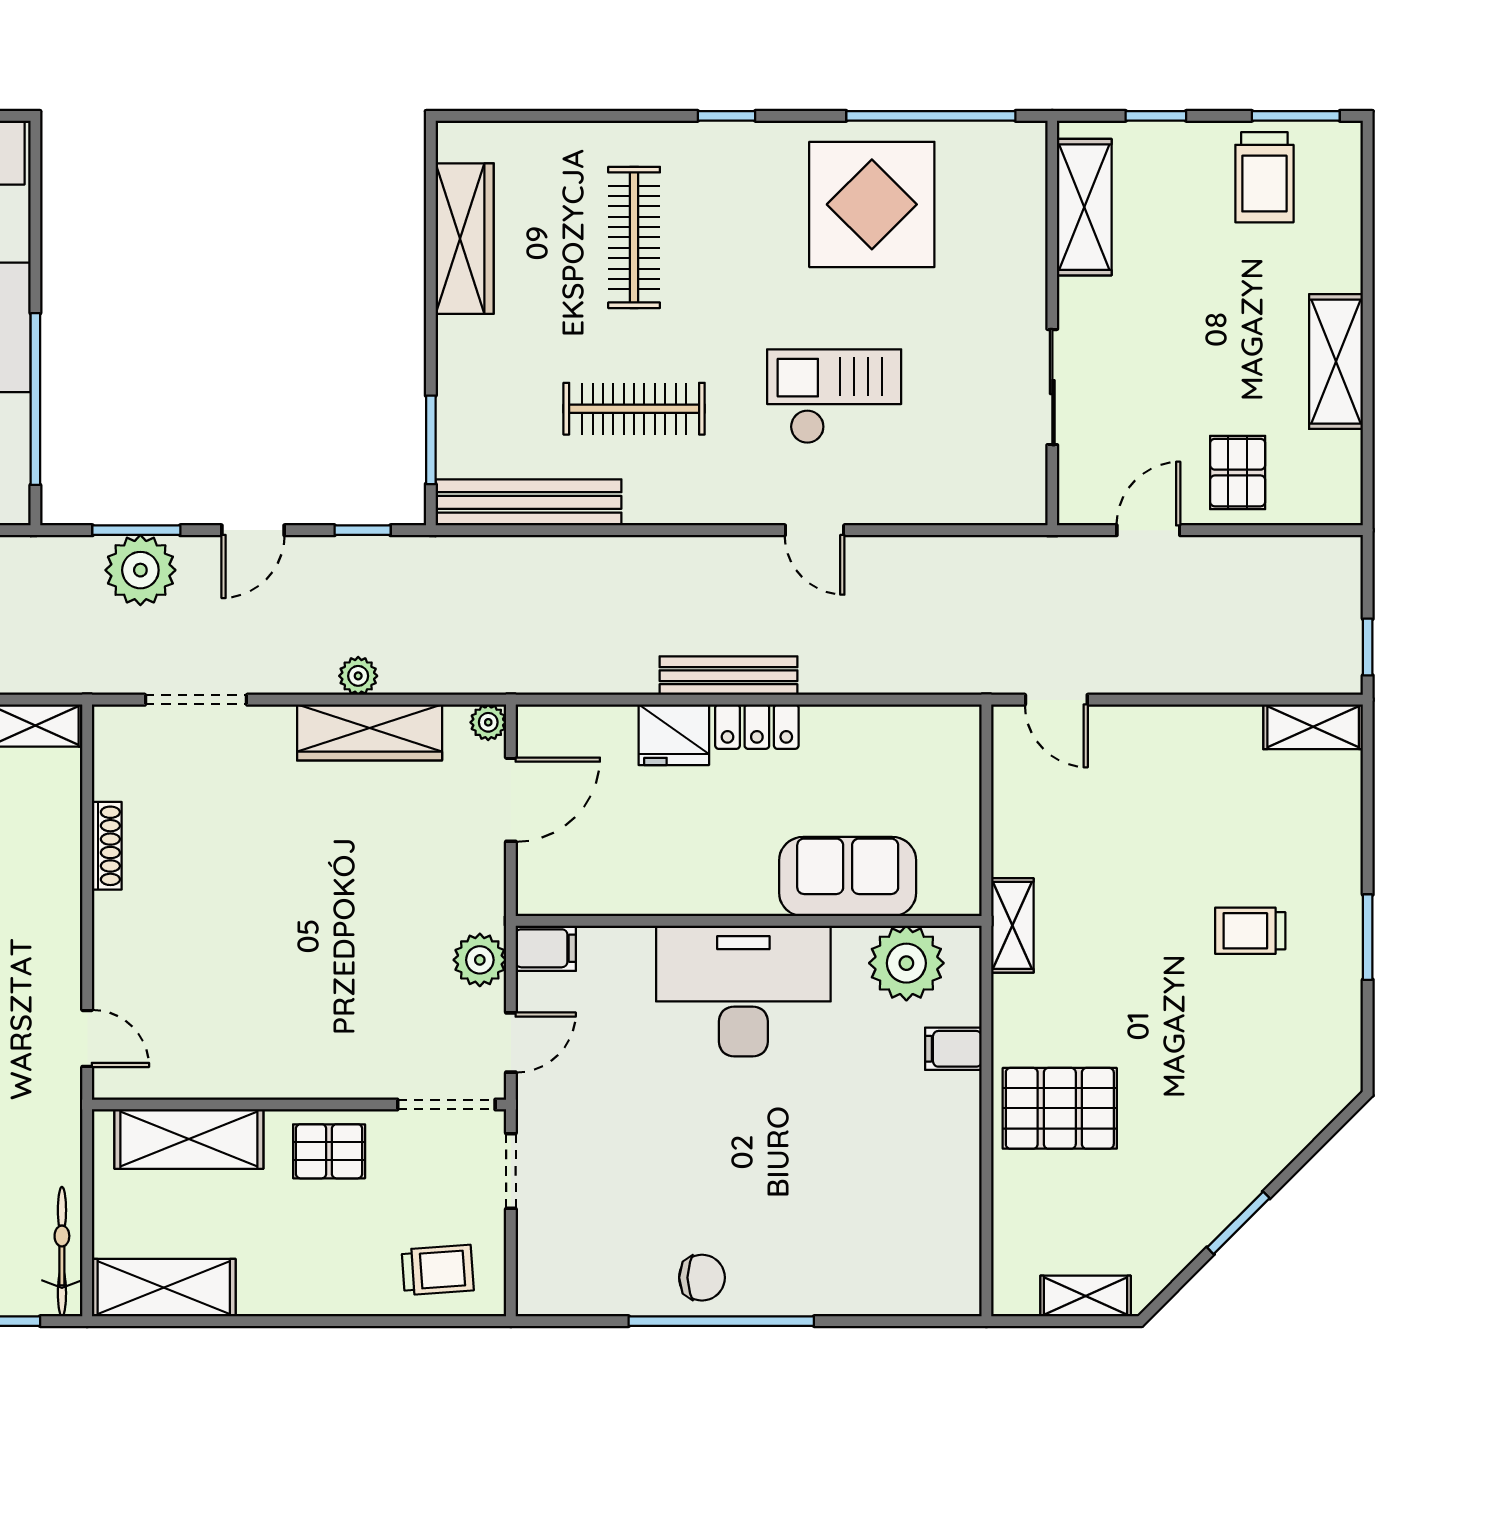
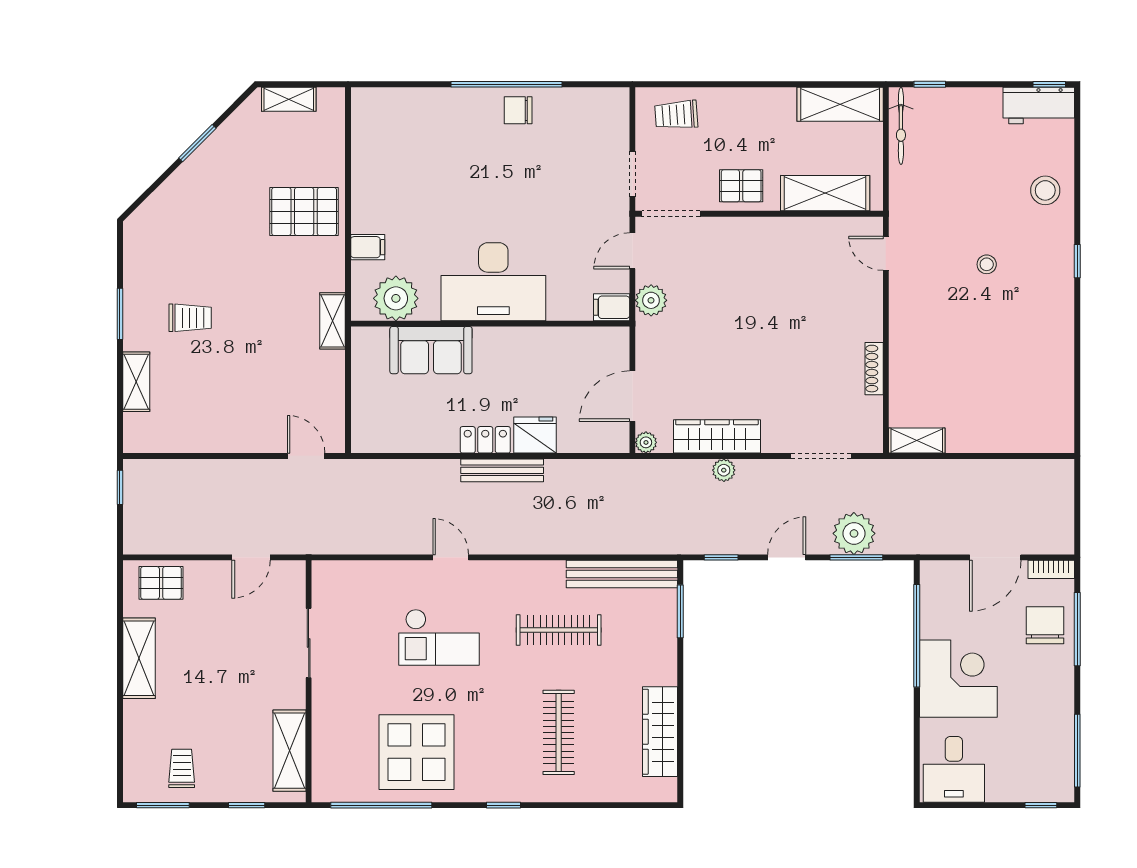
trolley: (1264, 177) -> (182, 768), width x0.73, depth x0.72
pallet: (1238, 473) -> (161, 583), moved, turned 90
shelving: (1313, 727) -> (136, 382), moved, turned 90

